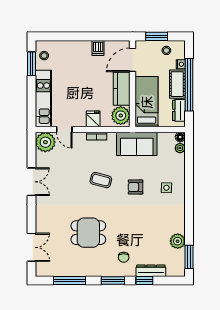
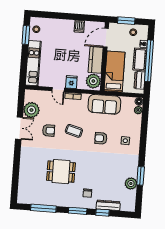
door: (64, 130) -> (58, 90), moved
plant: (45, 142) -> (31, 110), moved
armchair: (69, 182) -> (49, 130), added
double door: (31, 247) -> (15, 180), removed
window: (189, 257) -> (141, 176), moved

